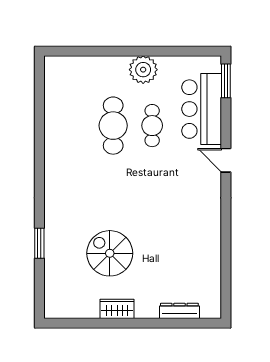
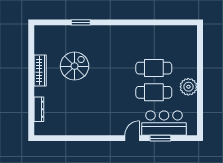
window: (226, 81) -> (160, 138), moved
cafe table: (152, 126) -> (154, 92), width x1.37, depth x1.35
wardrobe: (117, 309) -> (40, 70), width x1.50

